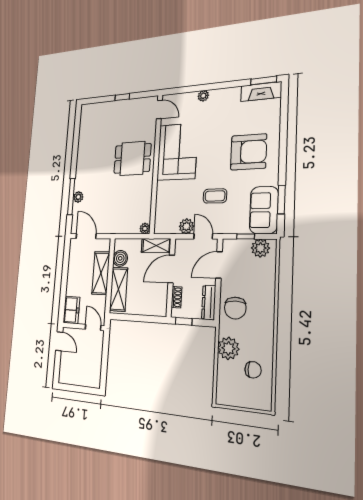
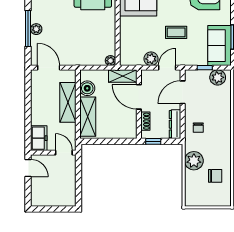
door: (203, 236) -> (167, 68), hinge flipped
door: (171, 269) -> (139, 97), hinge flipped
chair: (235, 308) -> (198, 128), width x0.54, depth x0.54

